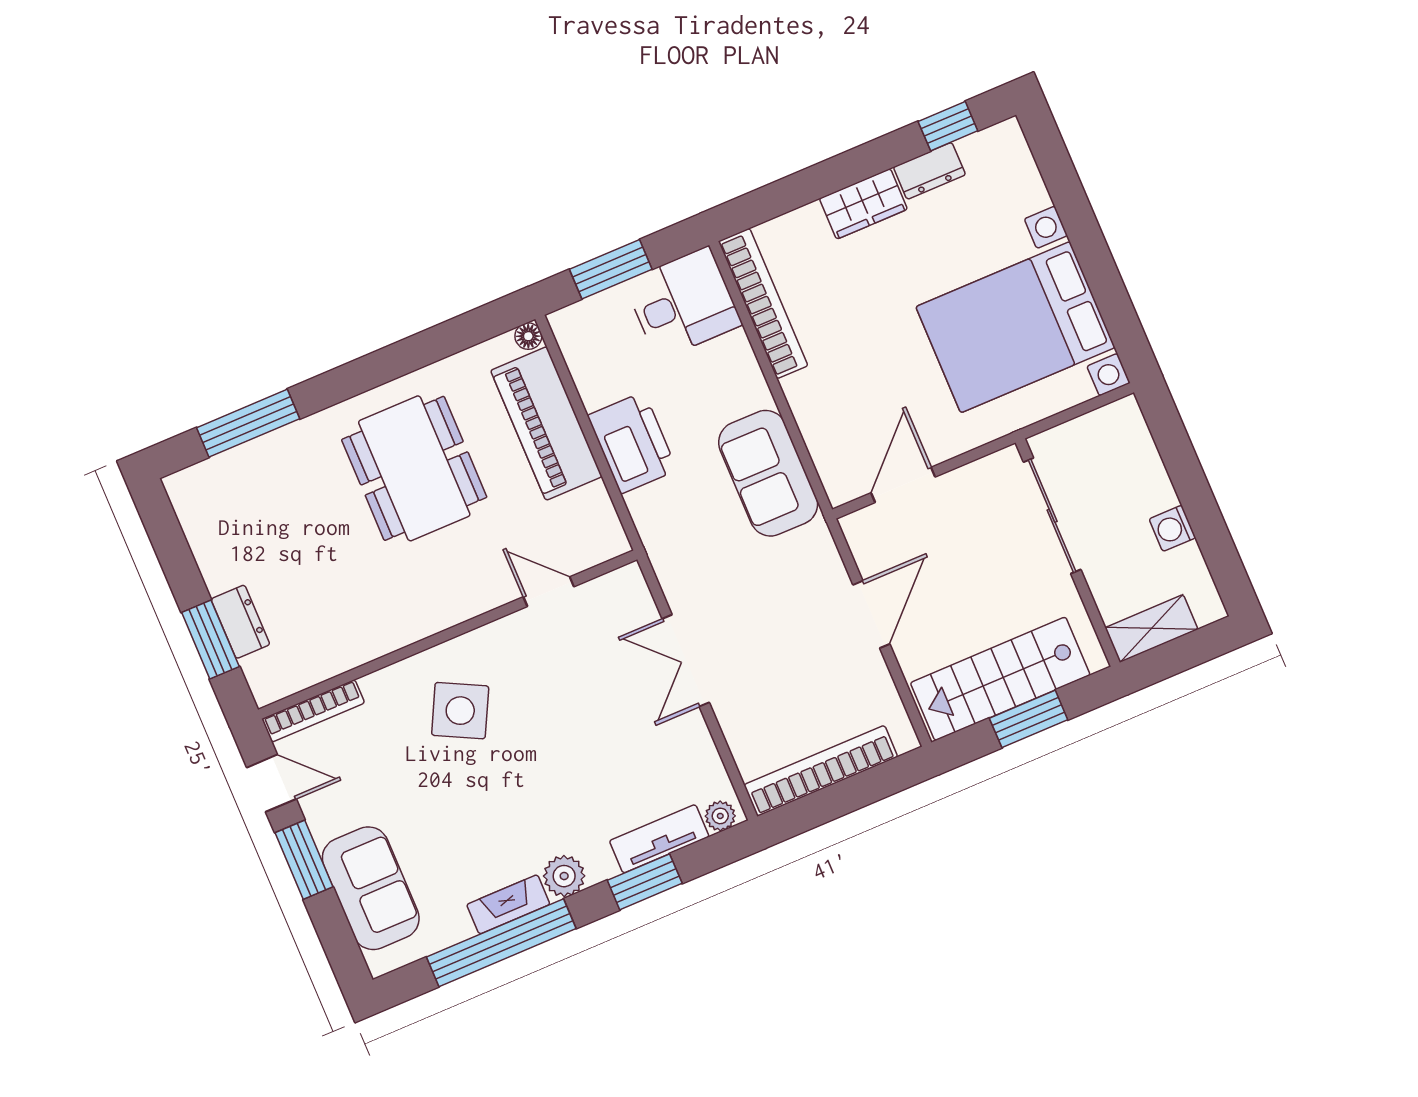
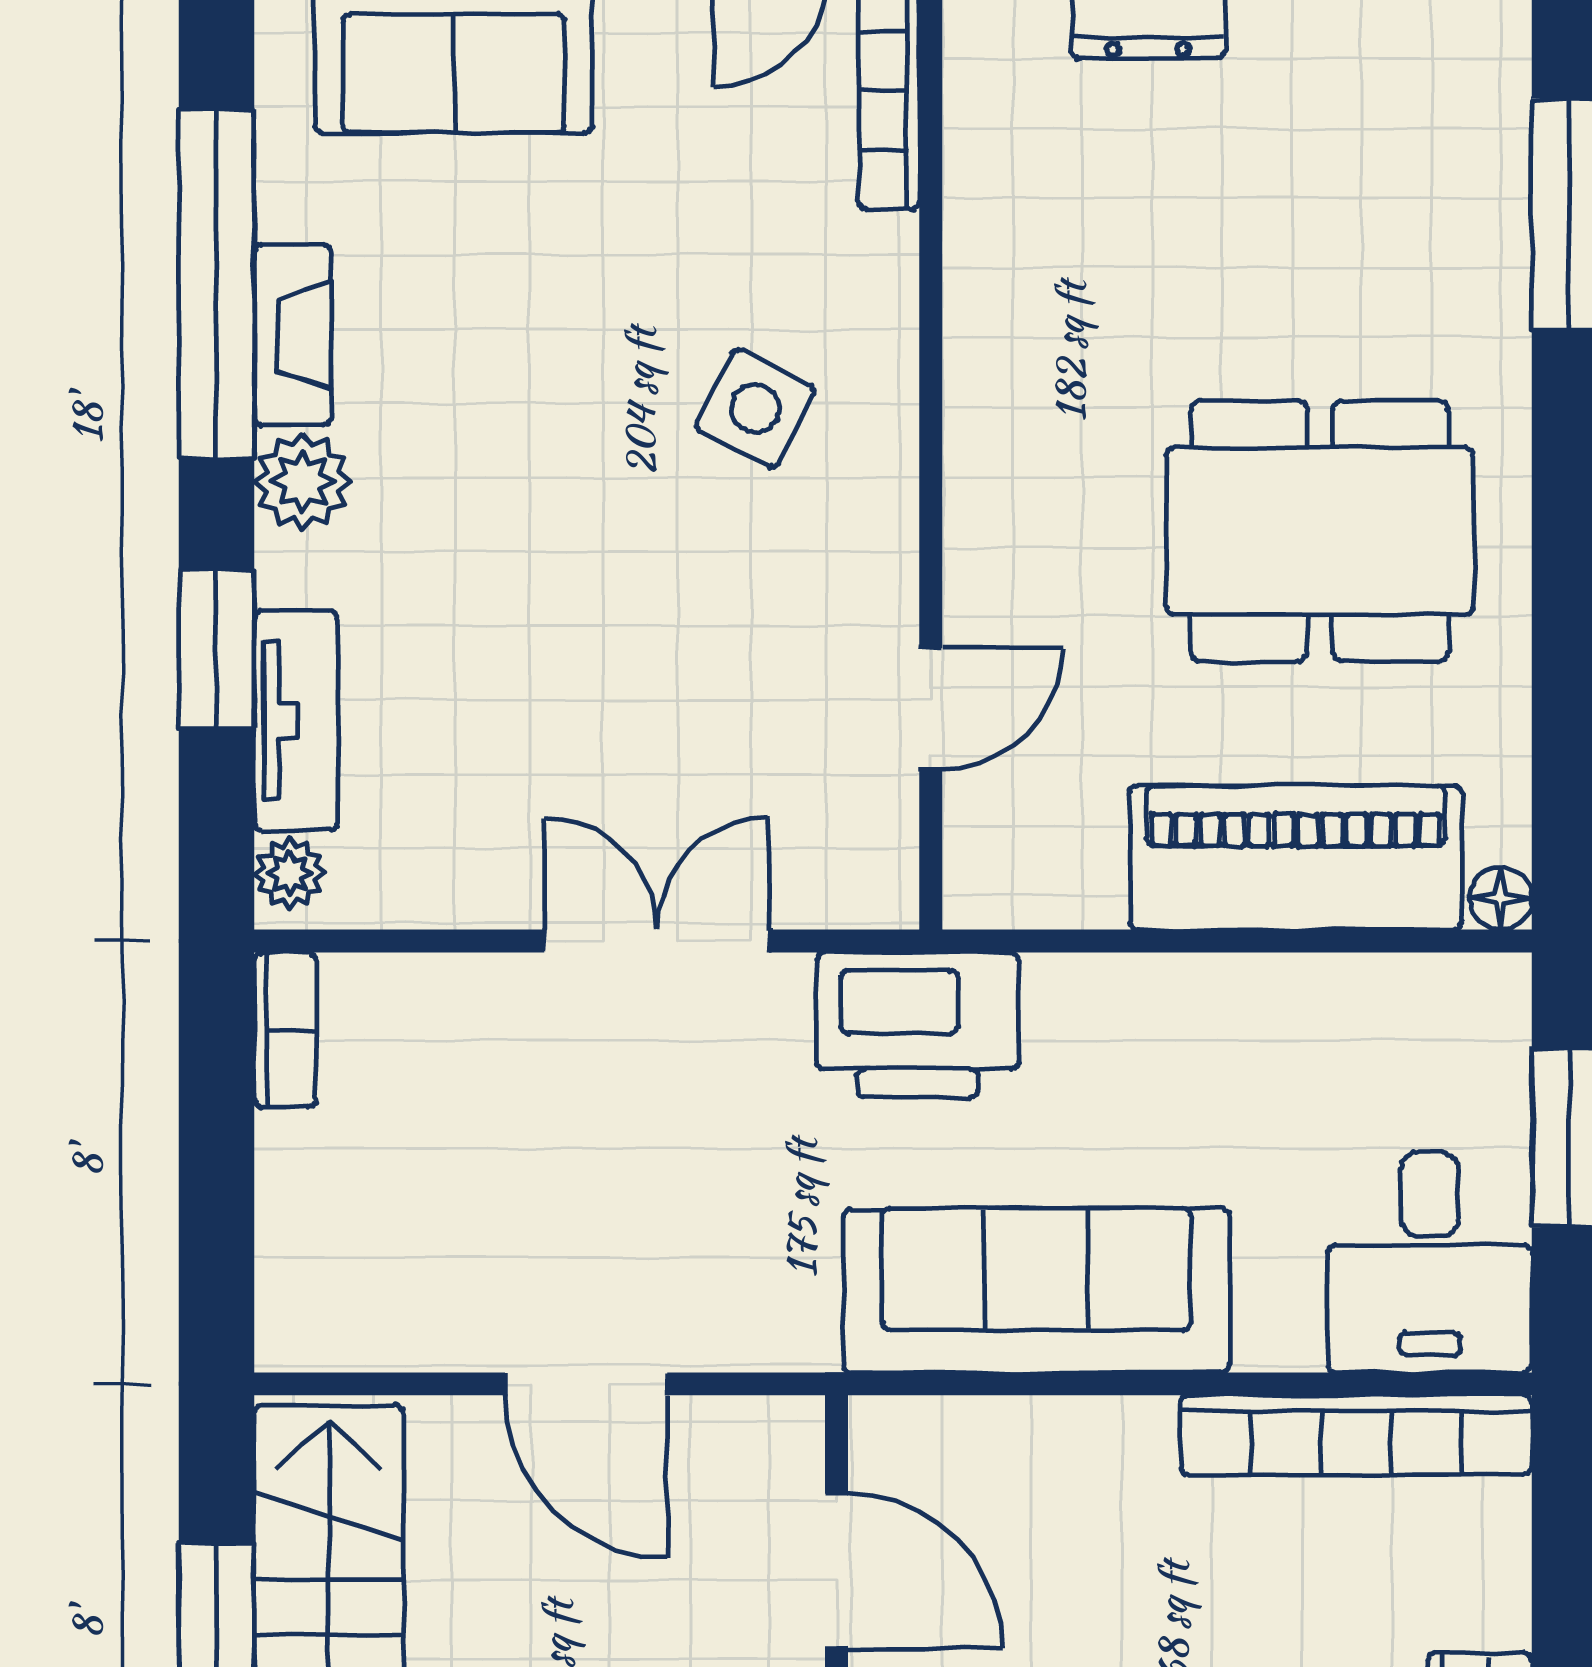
printer: (632, 443) -> (918, 1025), moved
sofa: (768, 473) -> (1036, 1290), width x1.36
side table: (460, 711) -> (755, 408), width x0.73, depth x0.73
bookcase: (821, 771) -> (285, 1030), width x0.43, depth x0.76

